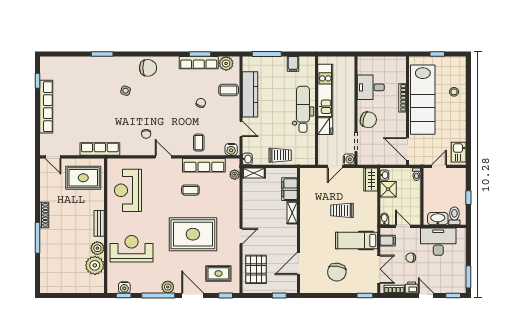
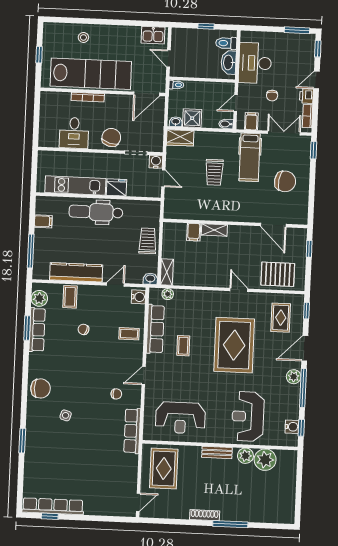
chair: (148, 68) -> (40, 388), turned 90
row of seats: (46, 107) -> (53, 506), moved
row of seats: (100, 149) -> (132, 431), moved
filing cabinet: (289, 189) -> (194, 232), width x0.50

